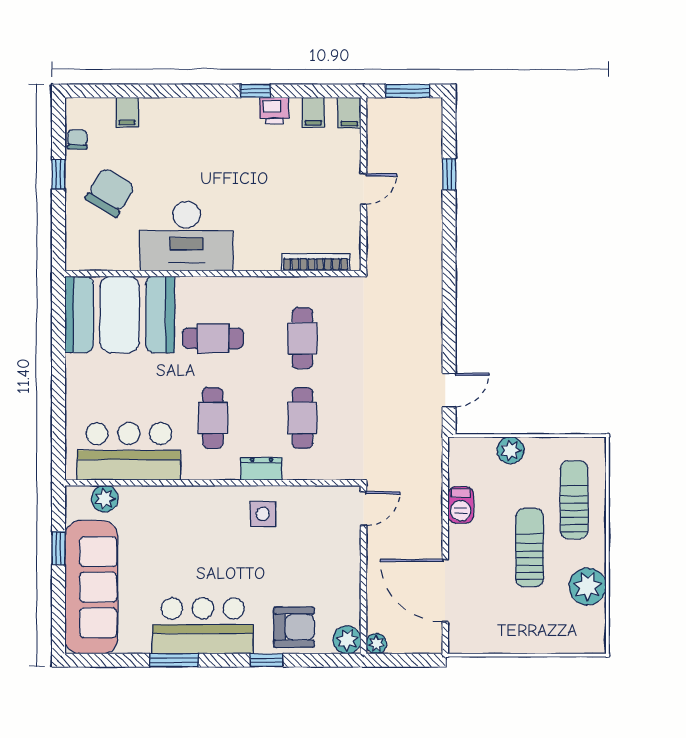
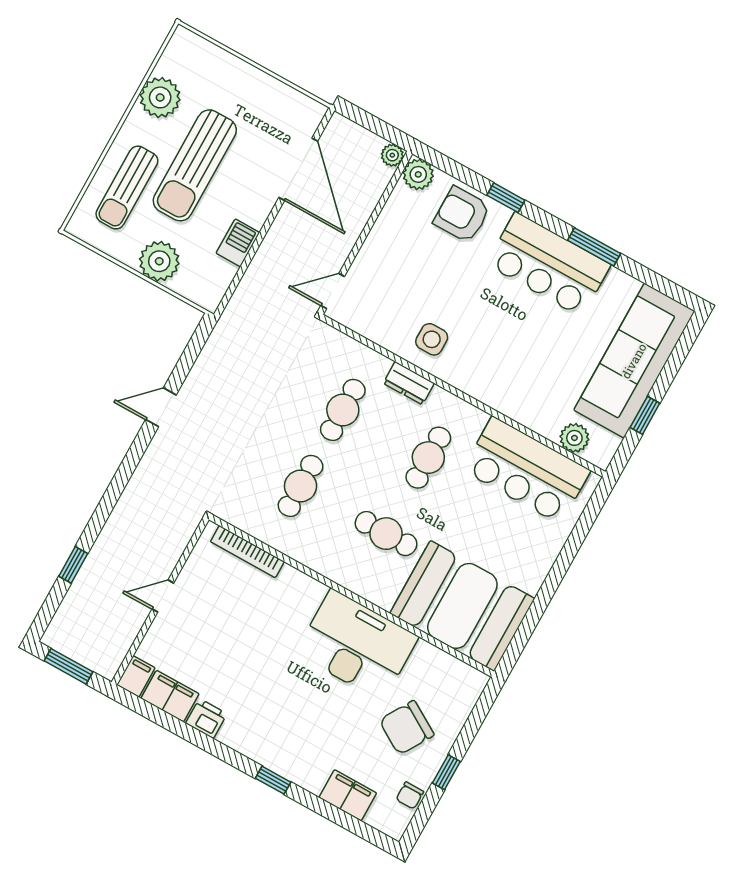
window: (255, 91) -> (273, 780), moved
filing cabinet: (127, 112) -> (348, 795), width x2.00
filing cabinet: (313, 112) -> (170, 696), width x2.00
door: (449, 390) -> (161, 407), moved
plant: (511, 450) -> (159, 261), width x1.36, depth x1.36
sun lounger: (530, 548) -> (195, 165), width x1.36, depth x1.34

